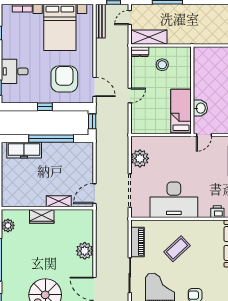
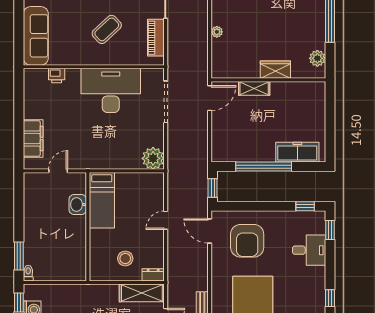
window: (45, 107) -> (305, 206), moved
door: (204, 135) -> (58, 171), moved
plant: (140, 158) -> (153, 158), moved
plant: (85, 251) -> (217, 32), width x0.53, depth x0.53

